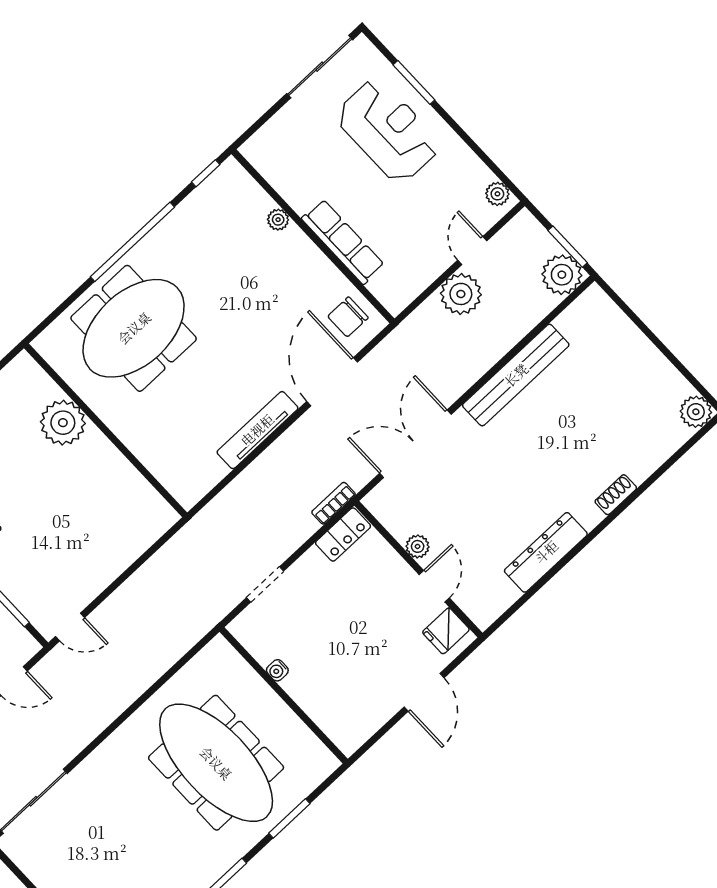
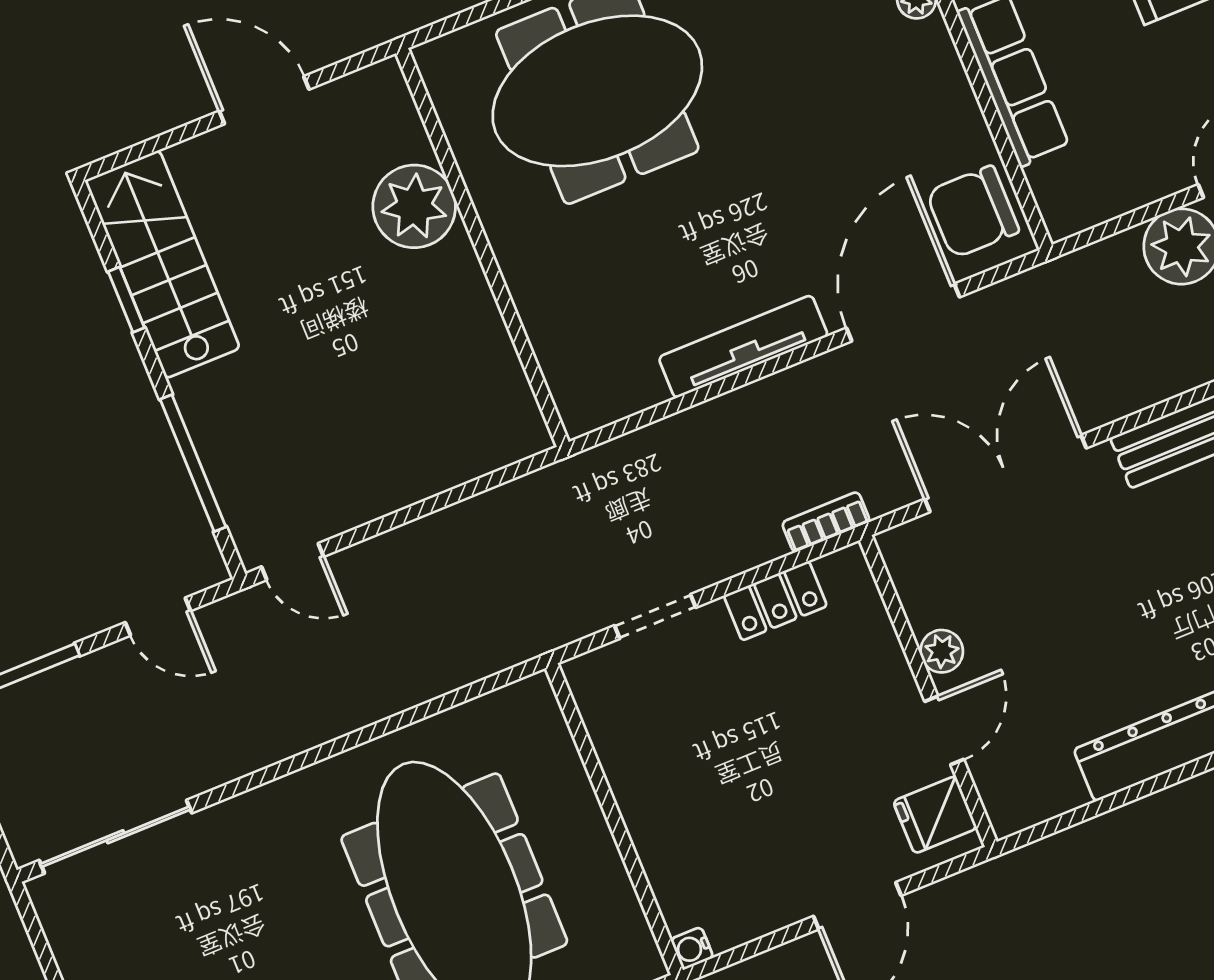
chair: (348, 317) -> (973, 212), width x1.37, depth x1.37
locker: (343, 534) -> (775, 601), moved
water cooler: (277, 670) -> (692, 948), moved

